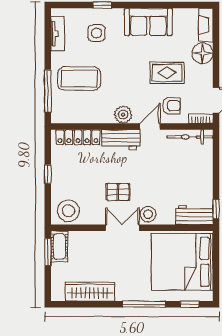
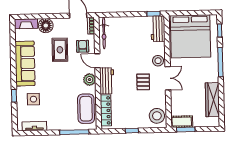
sofa: (148, 22) -> (25, 64), width x1.36
coffee table: (79, 78) -> (86, 109), moved
double door: (122, 228) -> (168, 78), swing flipped

